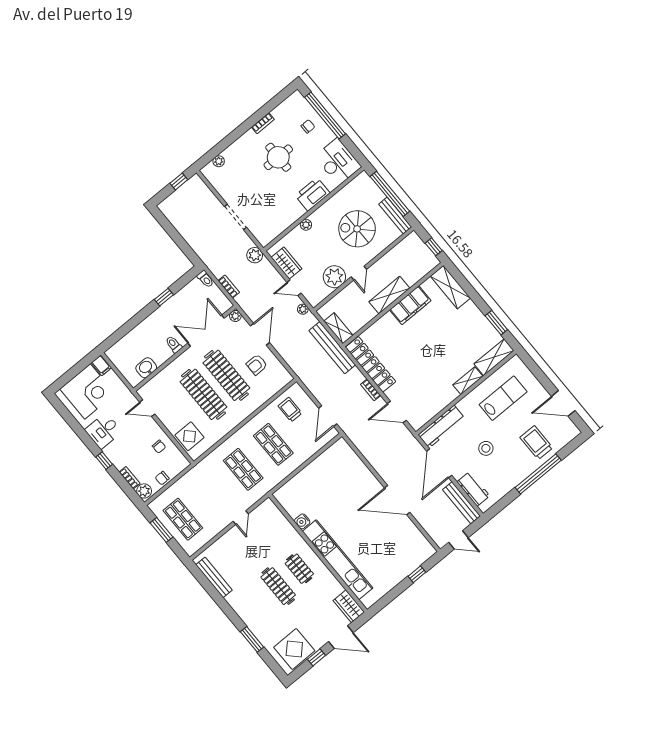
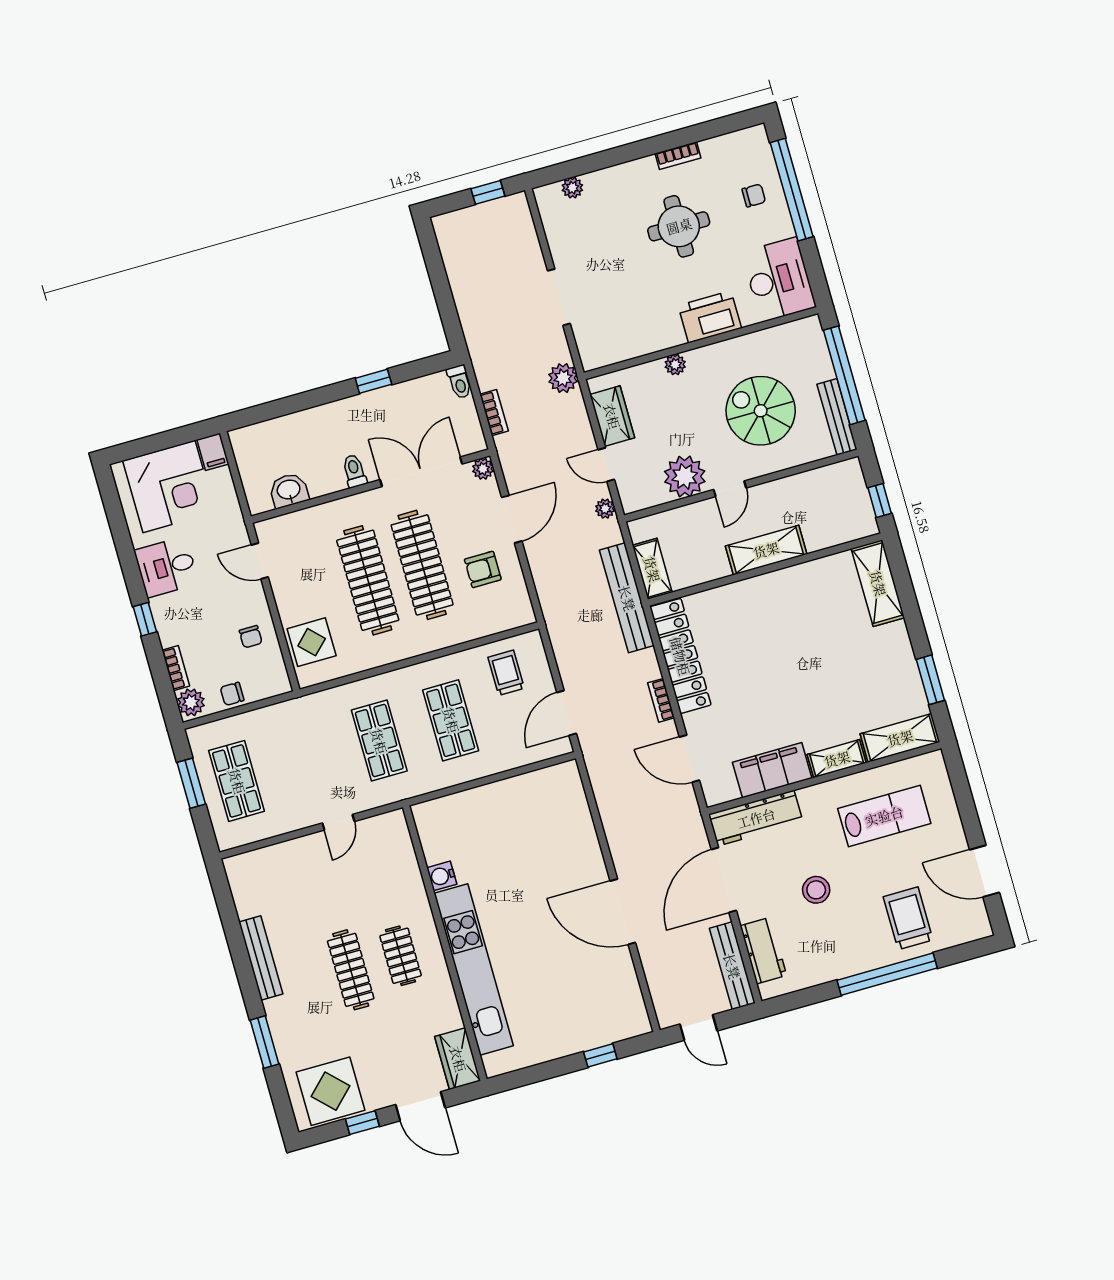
filing cabinet: (410, 305) -> (772, 770), moved, turned 180
bench: (214, 577) -> (261, 958), moved

